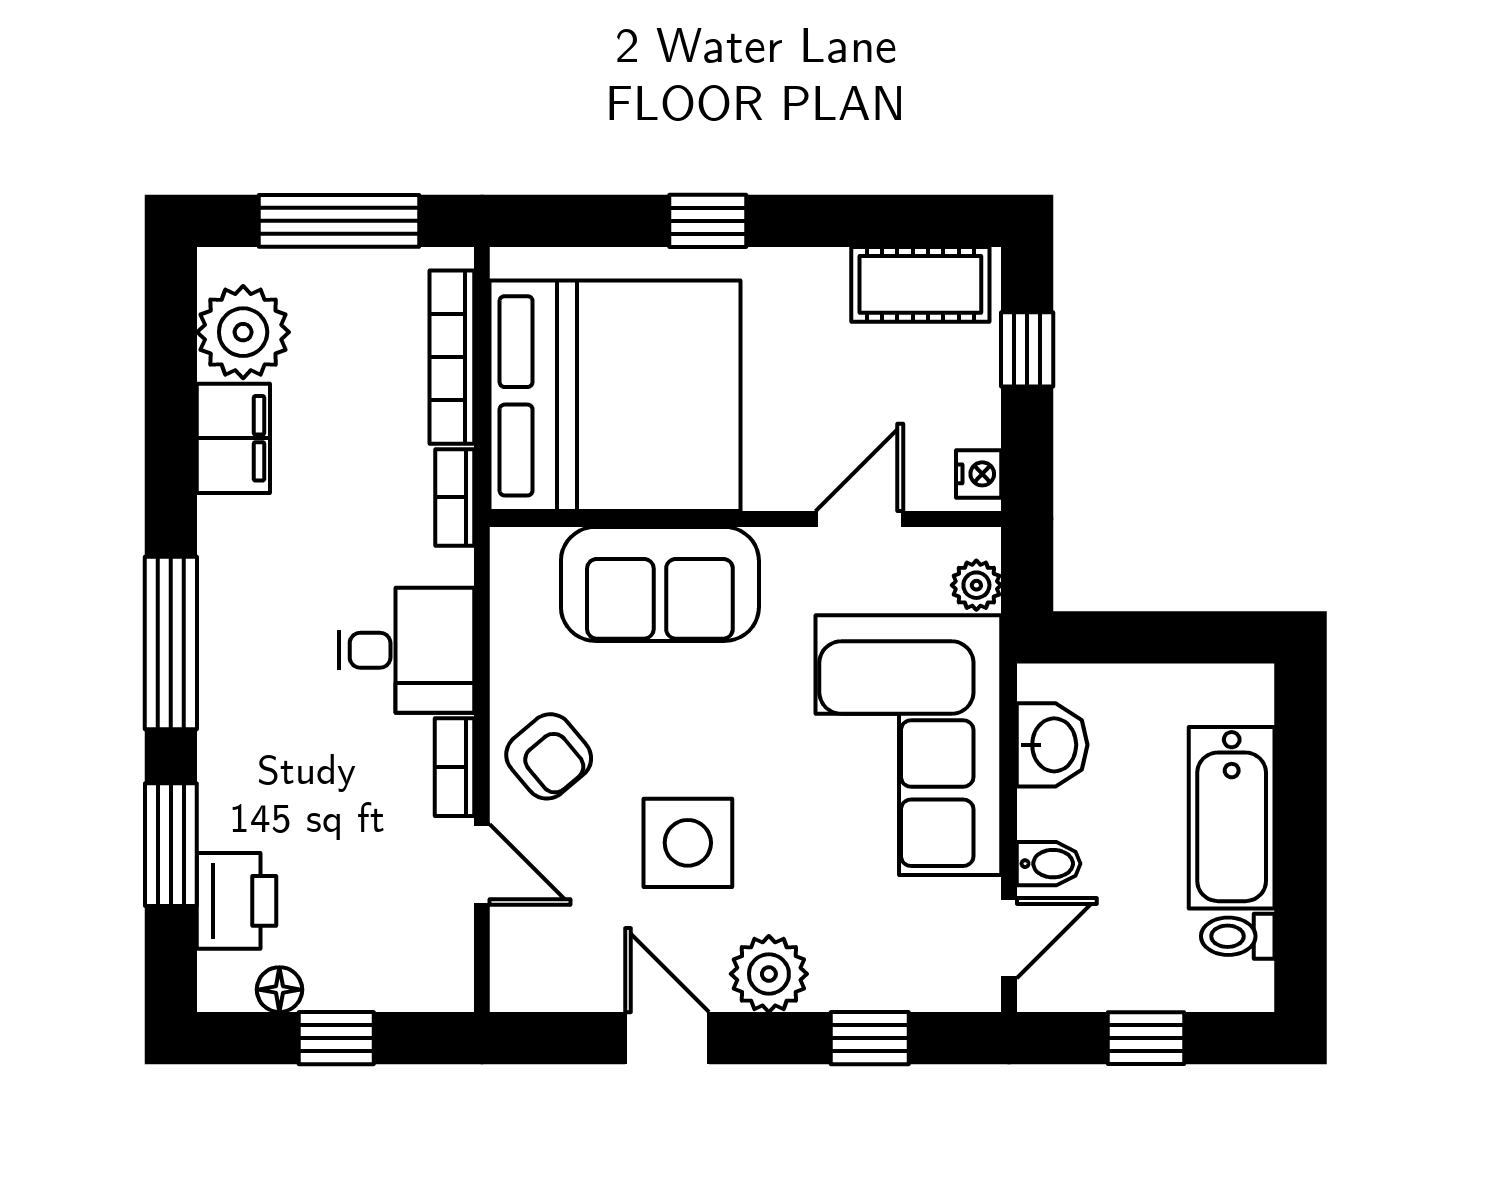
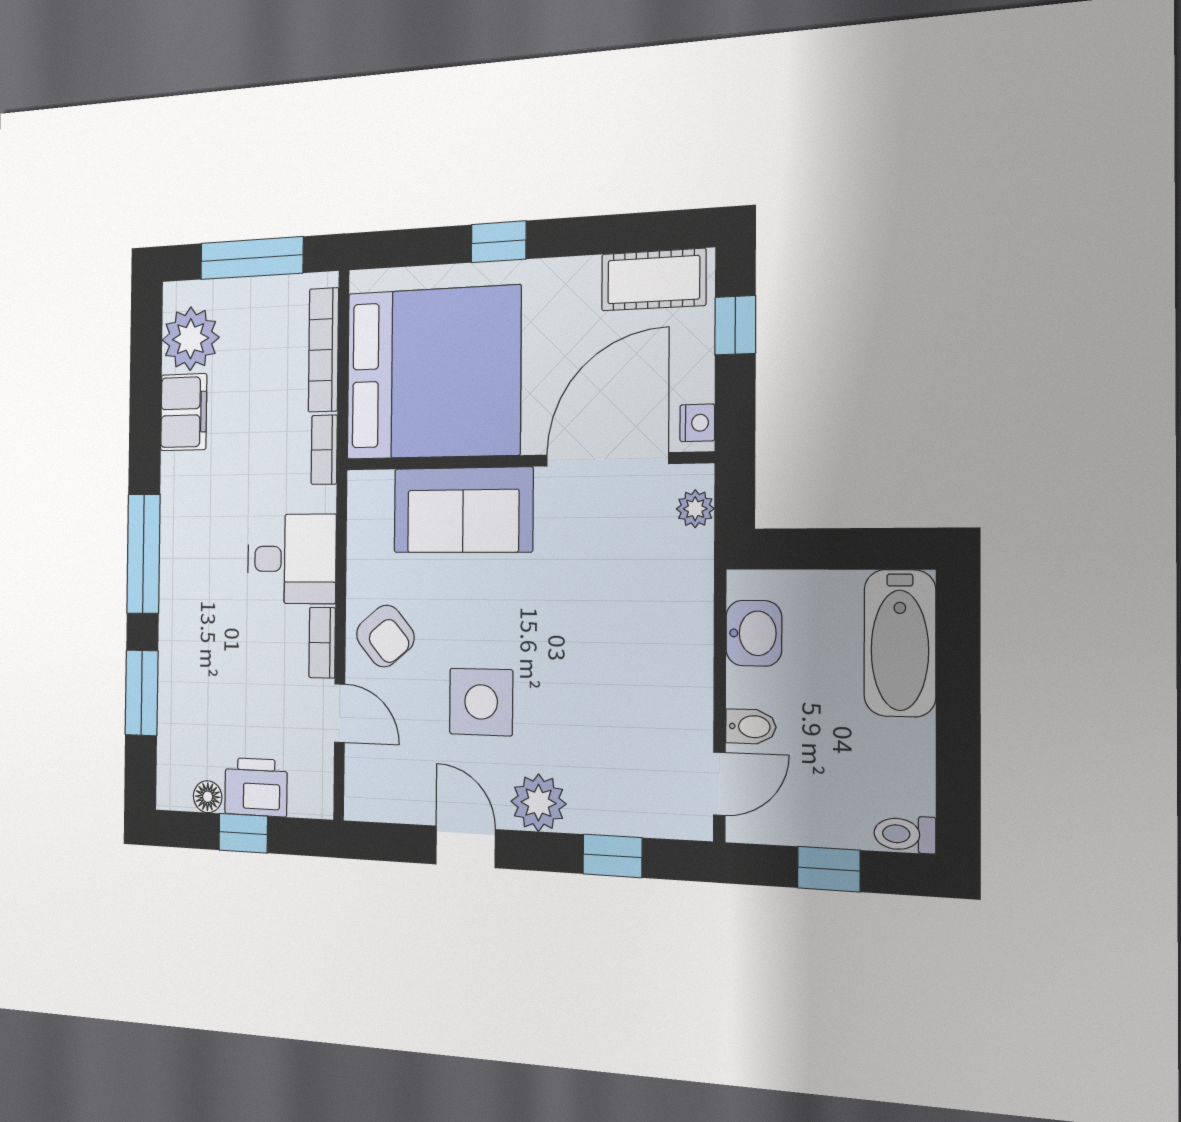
door: (859, 519) -> (607, 459), width x1.88
corner sofa: (908, 745) -> (643, 632), removed
bathtub: (1232, 818) -> (900, 643), moved
printer: (237, 901) -> (256, 787), moved, turned -90
toilet: (1238, 936) -> (905, 834), moved

